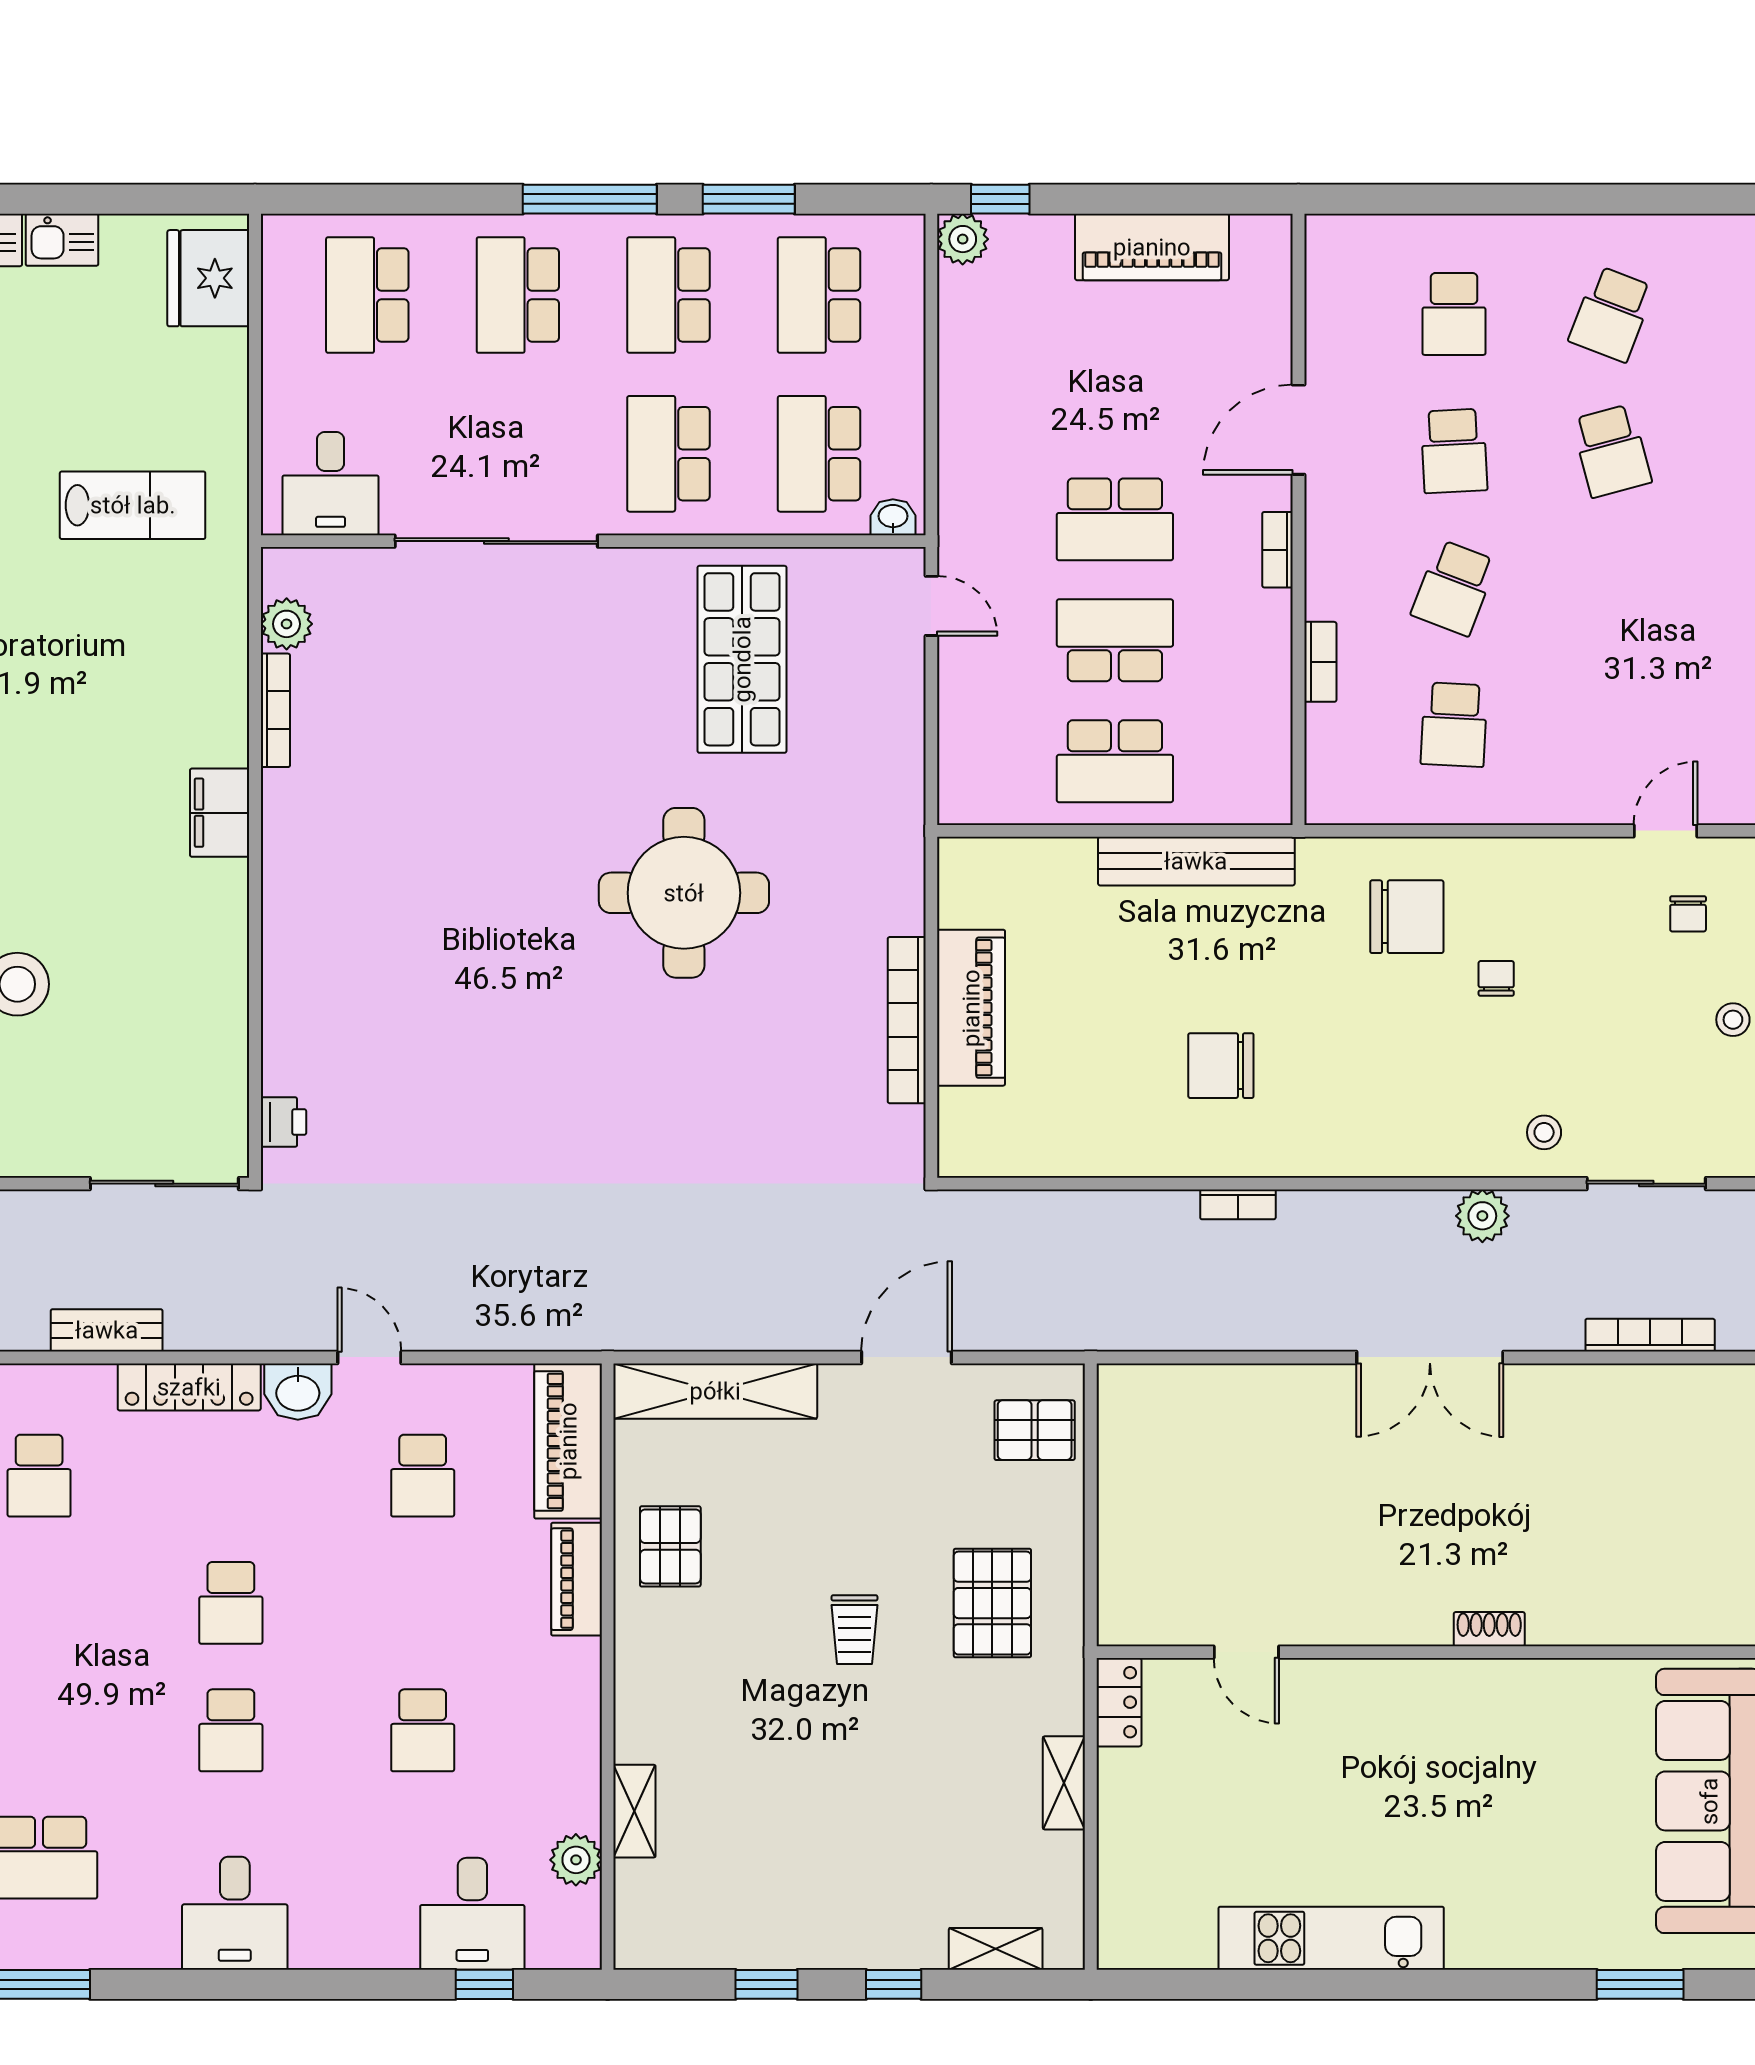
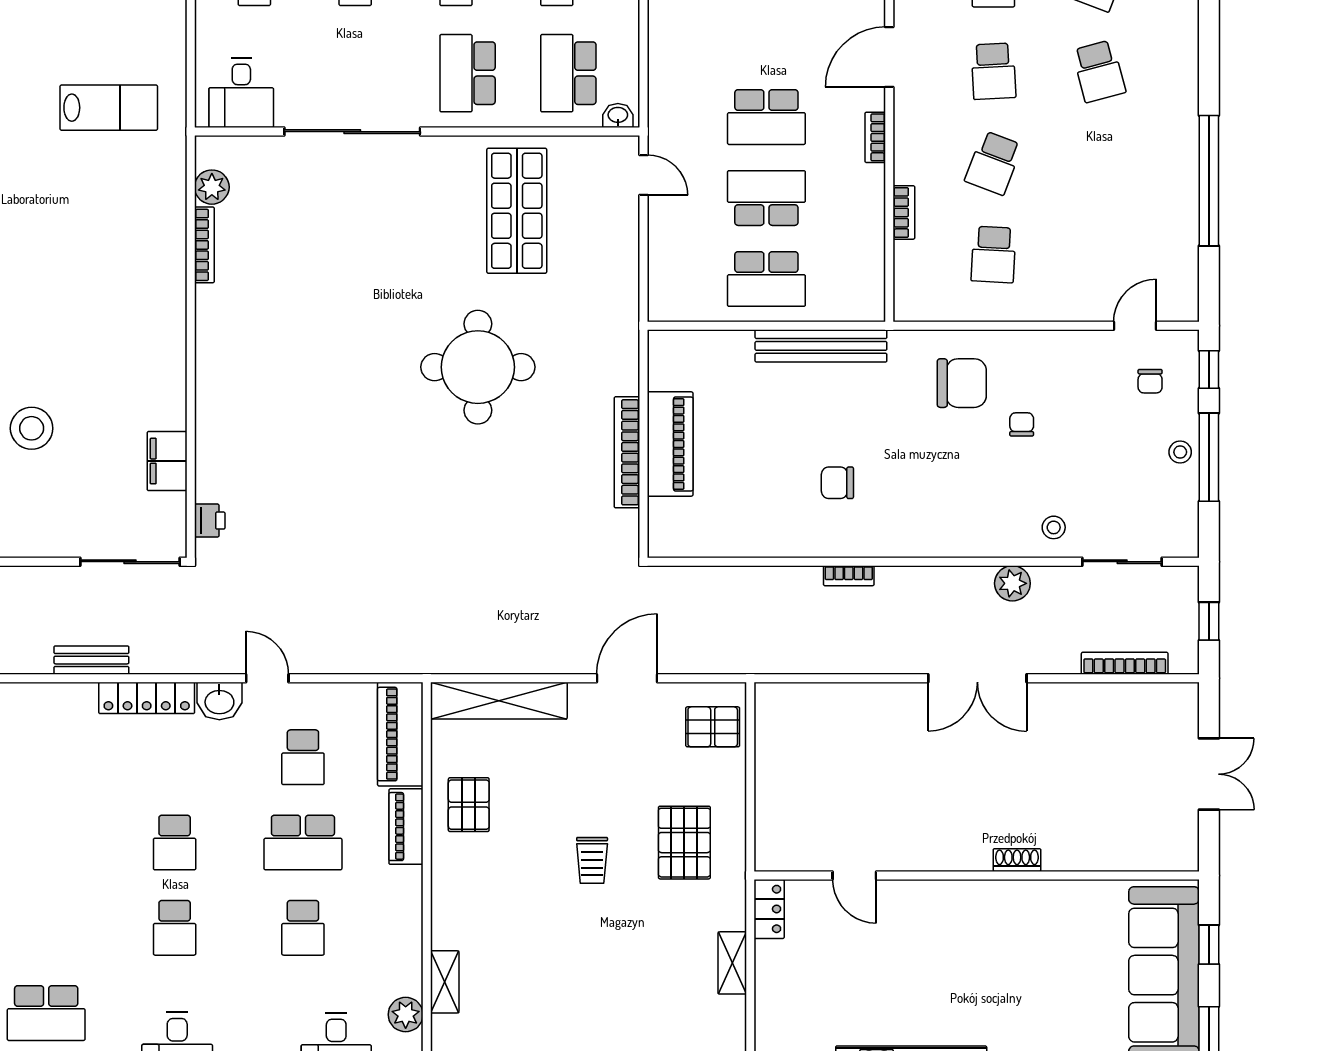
filing cabinet: (220, 813) -> (167, 461), moved
chair: (1221, 1066) -> (837, 483), width x0.73, depth x0.73
school desk: (39, 1476) -> (303, 843), moved, width x1.85

